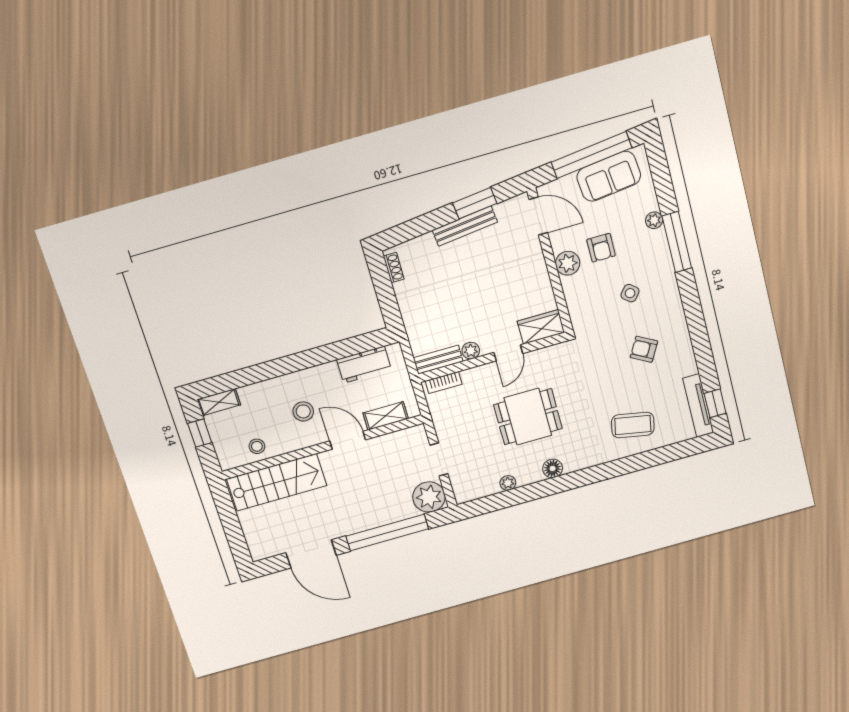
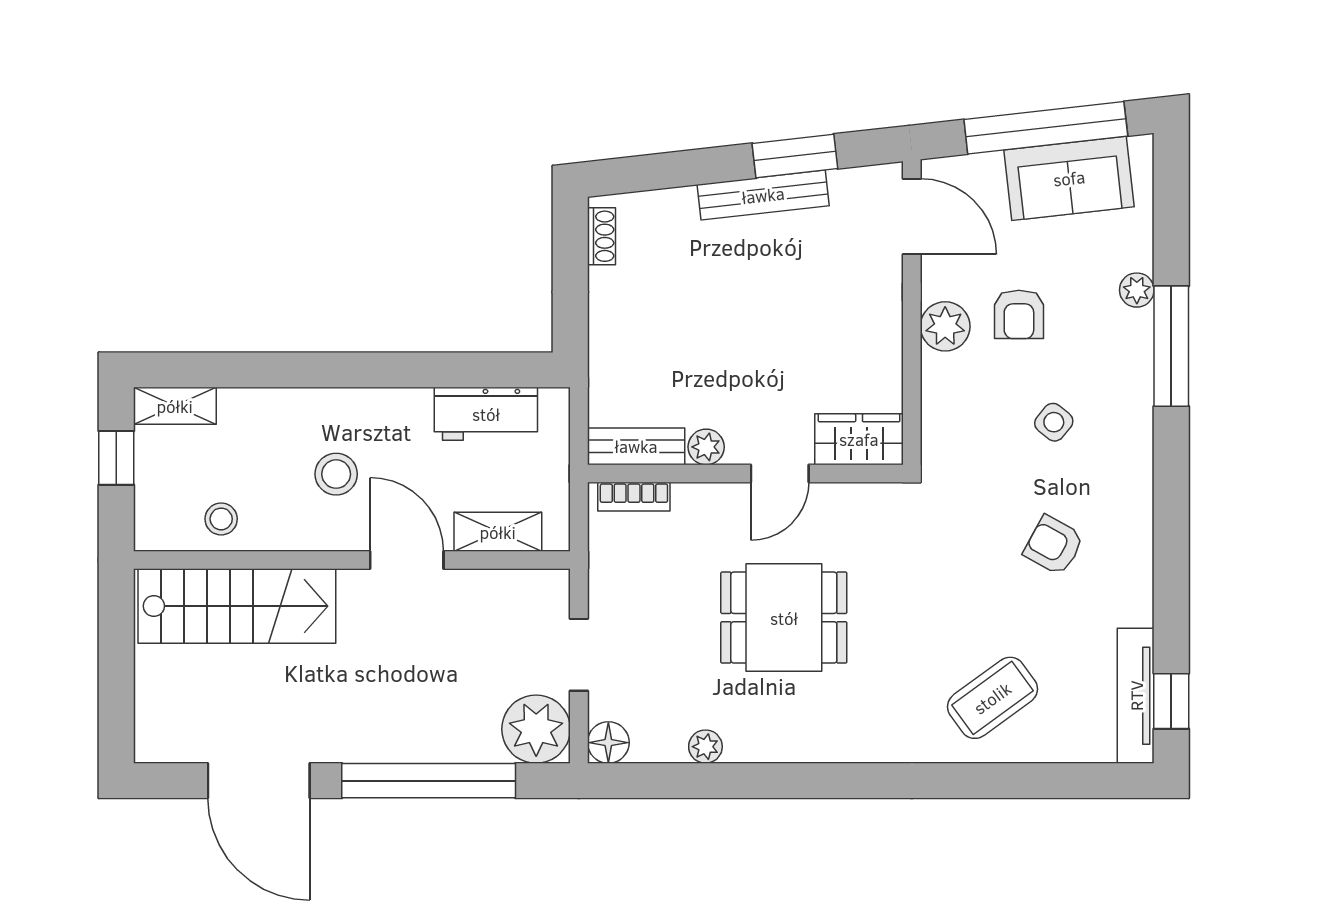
coffee table: (633, 425) -> (992, 698), turned -47
floor lamp: (553, 468) -> (608, 743), moved

